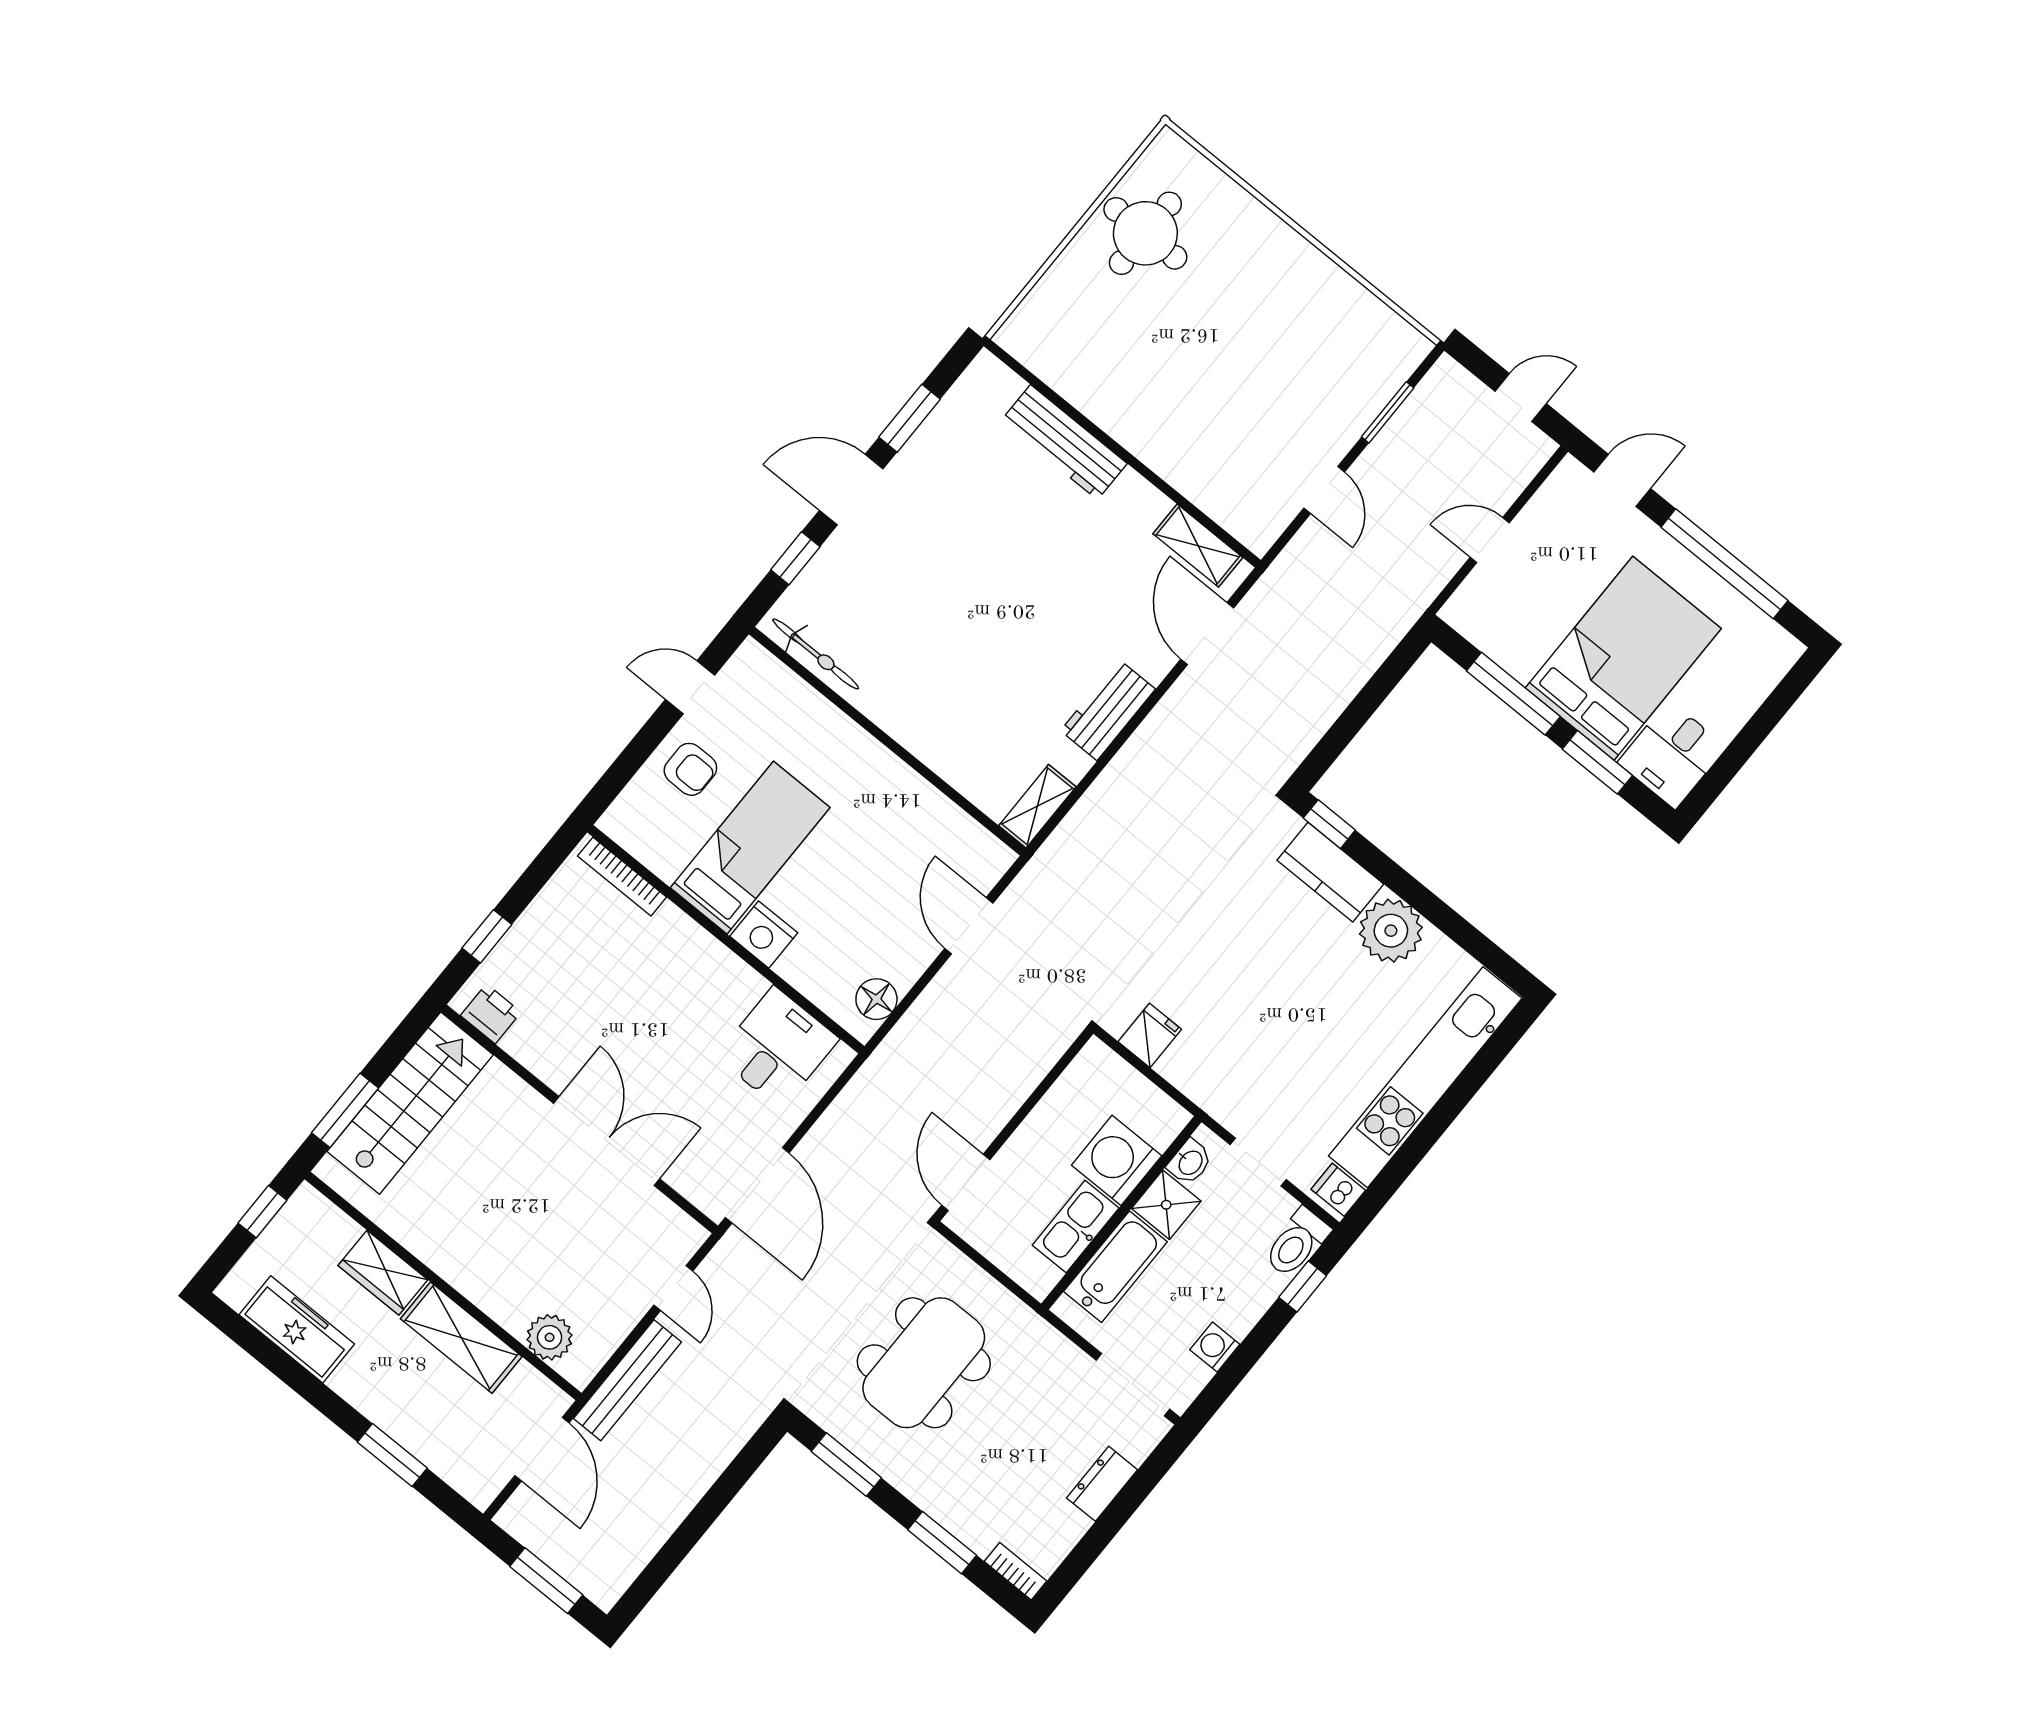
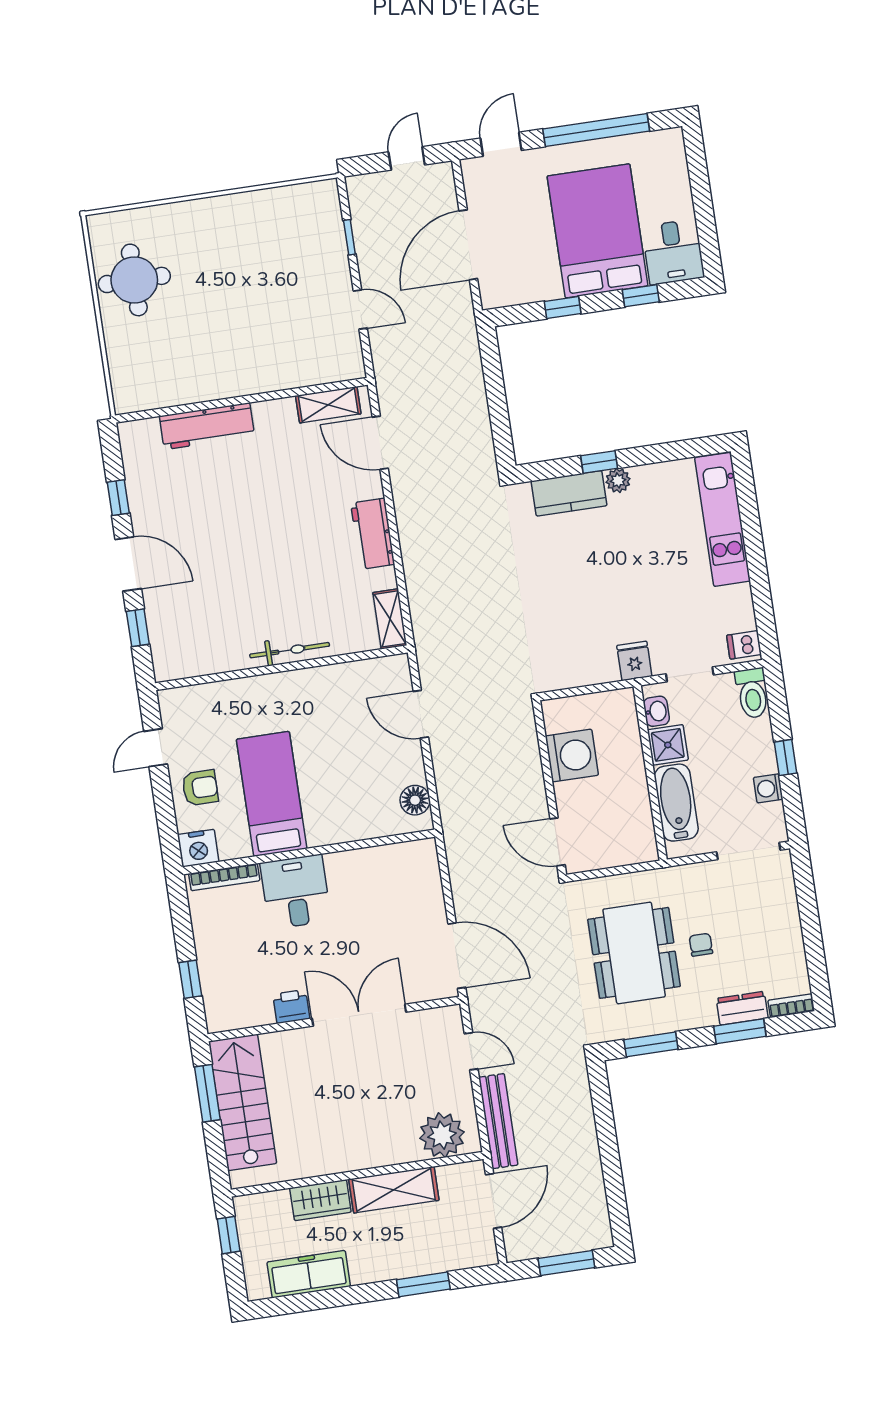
window: (1388, 412) -> (349, 237), width x0.67
window: (910, 418) -> (118, 498), width x0.67
door: (851, 490) -> (128, 564), swing flipped
door: (1490, 540) -> (468, 245), width x1.88
bicycle: (816, 654) -> (290, 650), moved
window: (1513, 694) -> (563, 307), width x0.46
window: (1597, 762) -> (641, 296), width x0.67
window: (1329, 824) -> (599, 462), moved
plant: (1391, 931) -> (618, 480), width x0.53, depth x0.53
nightstand: (764, 935) -> (198, 848), moved
printer: (491, 1014) -> (291, 1007), moved
fridge: (1150, 1035) -> (634, 661), moved
desk: (777, 1048) -> (296, 892), moved
kitchen unit: (1425, 1077) -> (723, 519), width x0.73
window: (345, 1110) -> (207, 1093), moved
washing machine: (1117, 1160) -> (572, 756), moved, turned 180
kitchen sink: (1076, 1227) -> (635, 804), removed
window: (1303, 1286) -> (786, 758), moved
plant: (550, 1337) -> (442, 1135), width x1.36, depth x1.36
chair: (994, 1423) -> (701, 945), added
door: (542, 1449) -> (493, 1201), hinge flipped
dresser: (1102, 1484) -> (742, 1008), moved, turned 90

